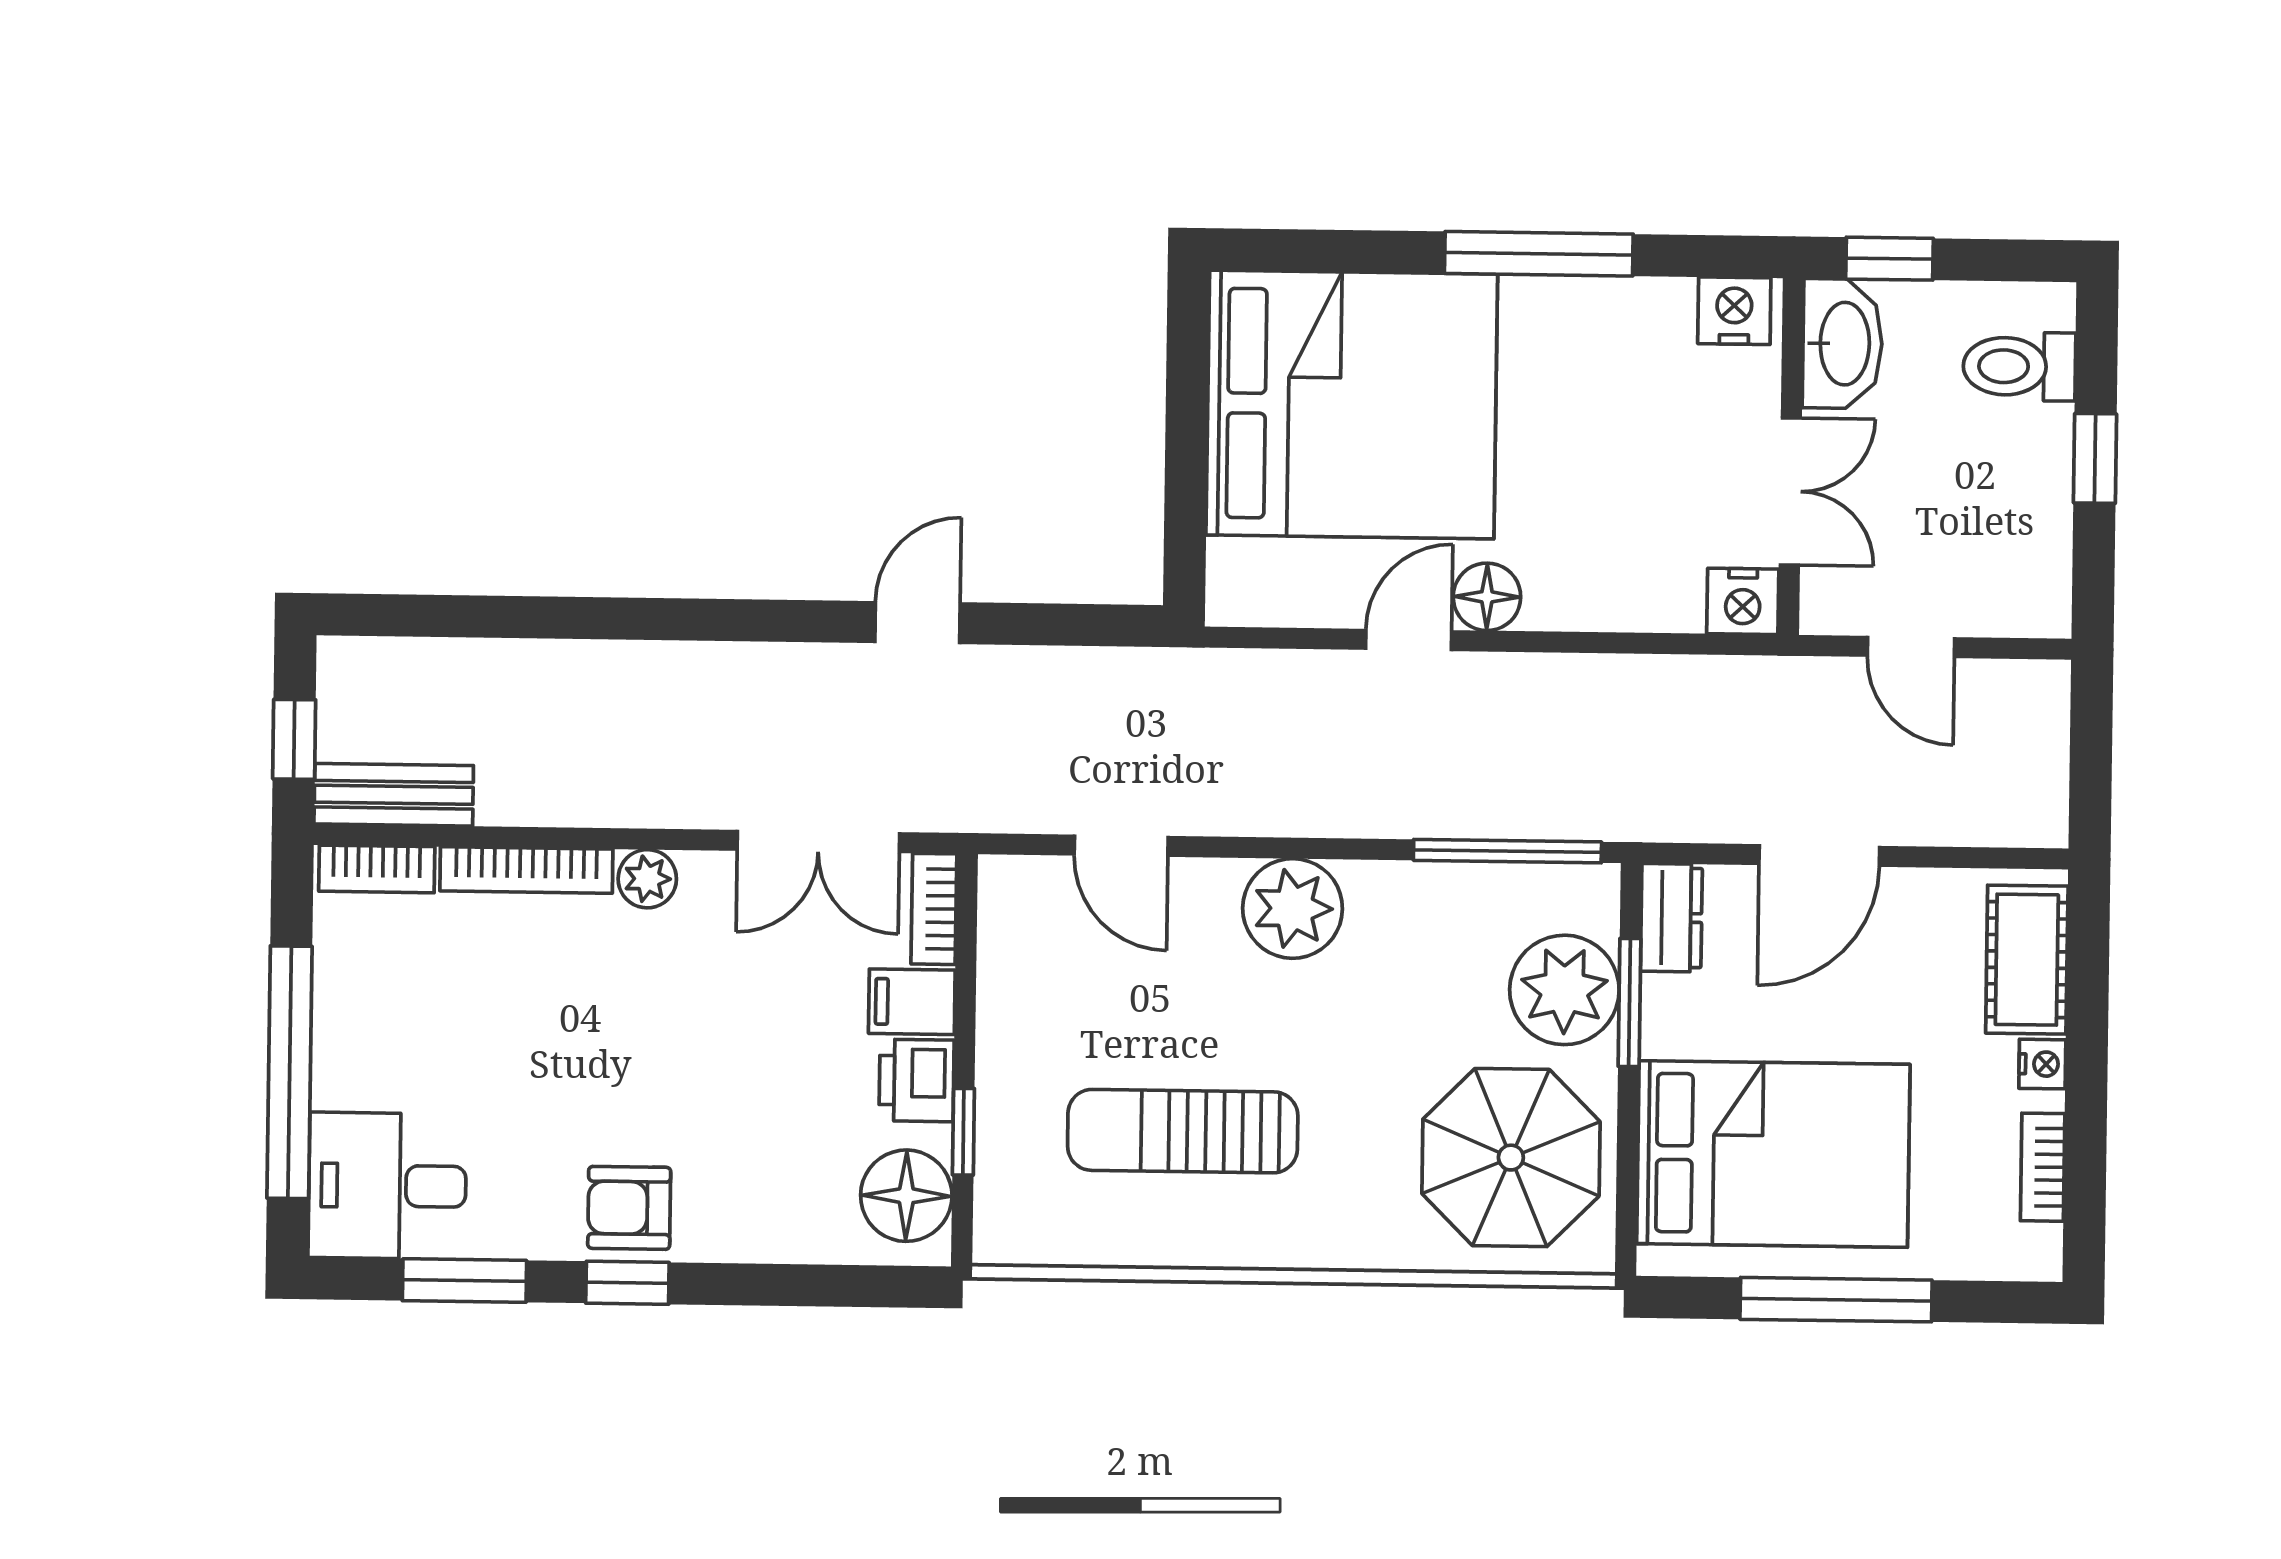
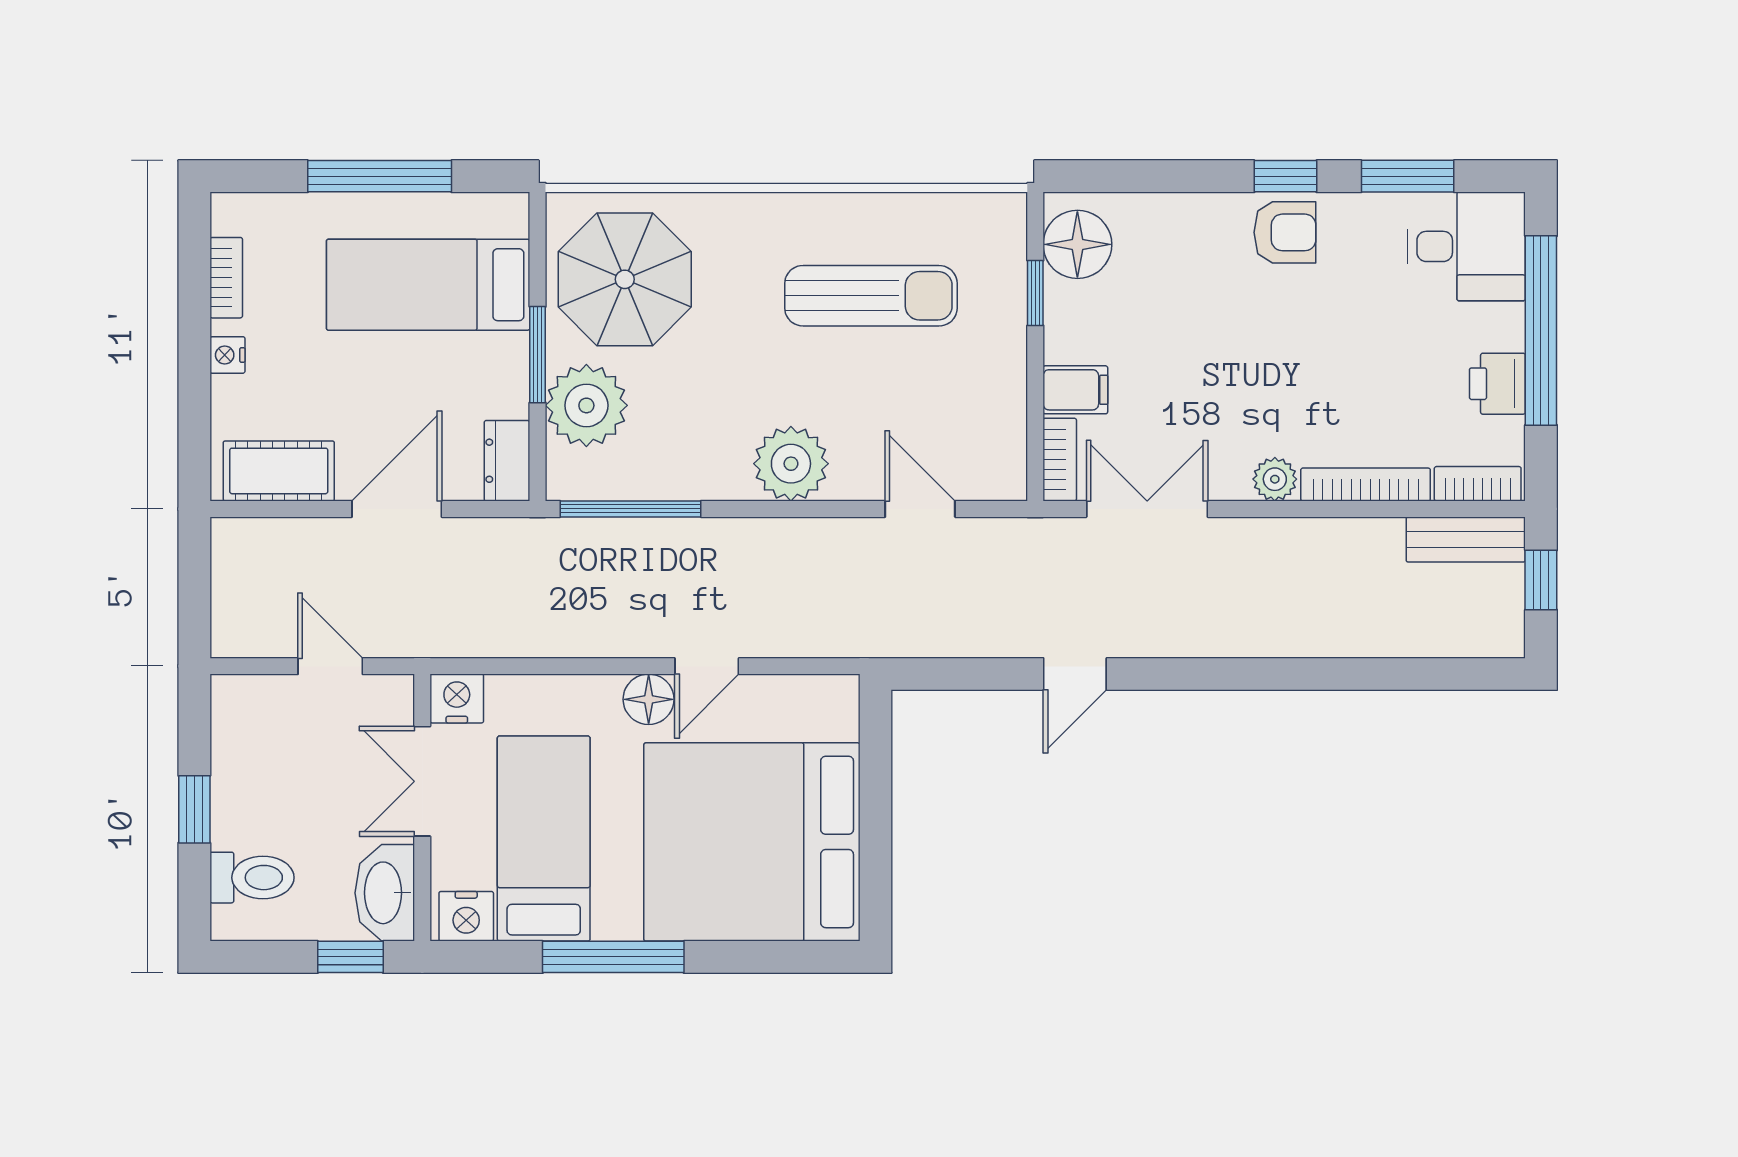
bed: (1629, 413) -> (544, 839), added
cot: (2027, 960) -> (279, 471), moved, turned 90
window: (1629, 1002) -> (538, 355), moved
printer: (917, 1080) -> (1497, 384), moved, turned 180
bed: (1773, 1154) -> (428, 285), width x0.67

